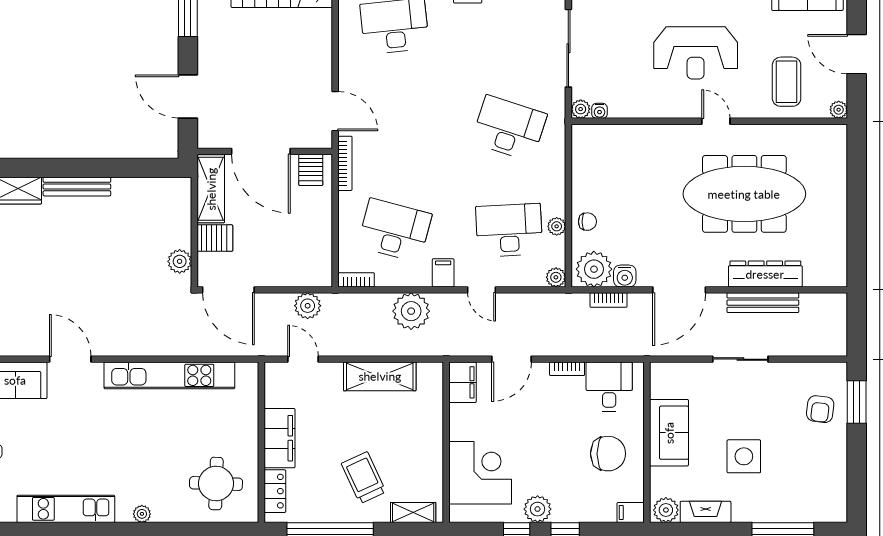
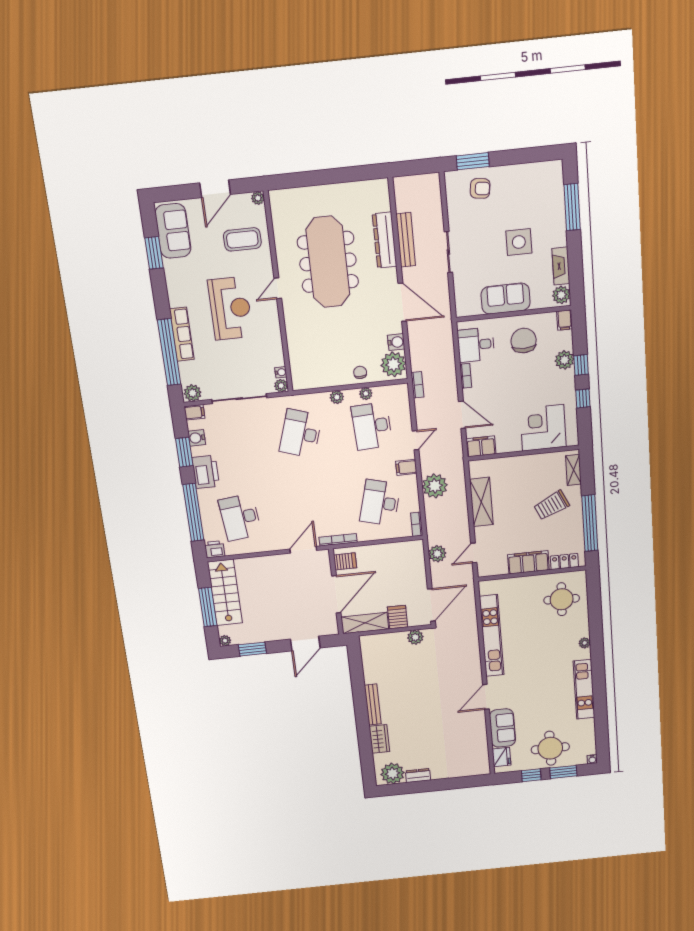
plant: (556, 277) -> (337, 397), moved
bookcase: (608, 300) -> (417, 385), moved
plant: (538, 509) -> (565, 360), moved

